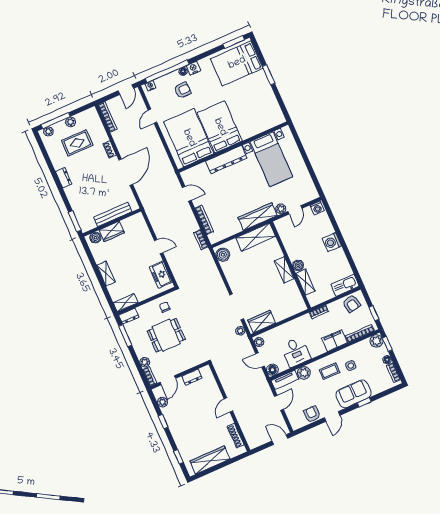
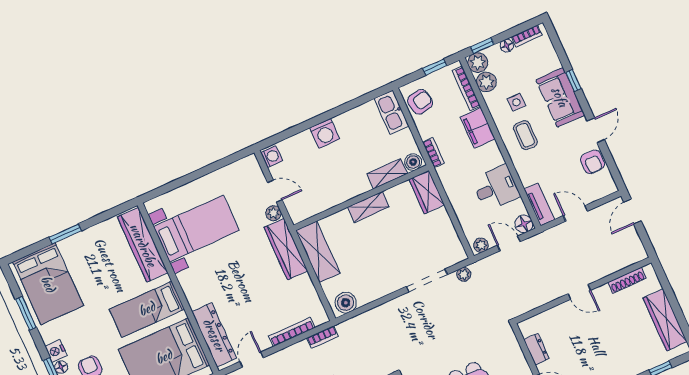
window: (234, 42) -> (26, 313), moved
wardrobe: (261, 125) -> (143, 245), added
bed: (220, 127) -> (147, 309), width x0.67
dresser: (226, 160) -> (214, 335), moved
boiler: (298, 265) -> (413, 162), moved
wardrobe: (262, 322) -> (427, 192), moved
door: (260, 360) -> (509, 243), swing flipped
plant: (304, 373) -> (486, 82), moved
armchair: (312, 414) -> (593, 162), turned -90
door: (332, 416) -> (596, 130), hinge flipped

